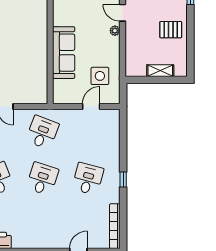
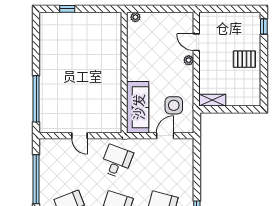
sofa: (64, 53) -> (138, 107), moved
shelving: (160, 71) -> (212, 100), moved

